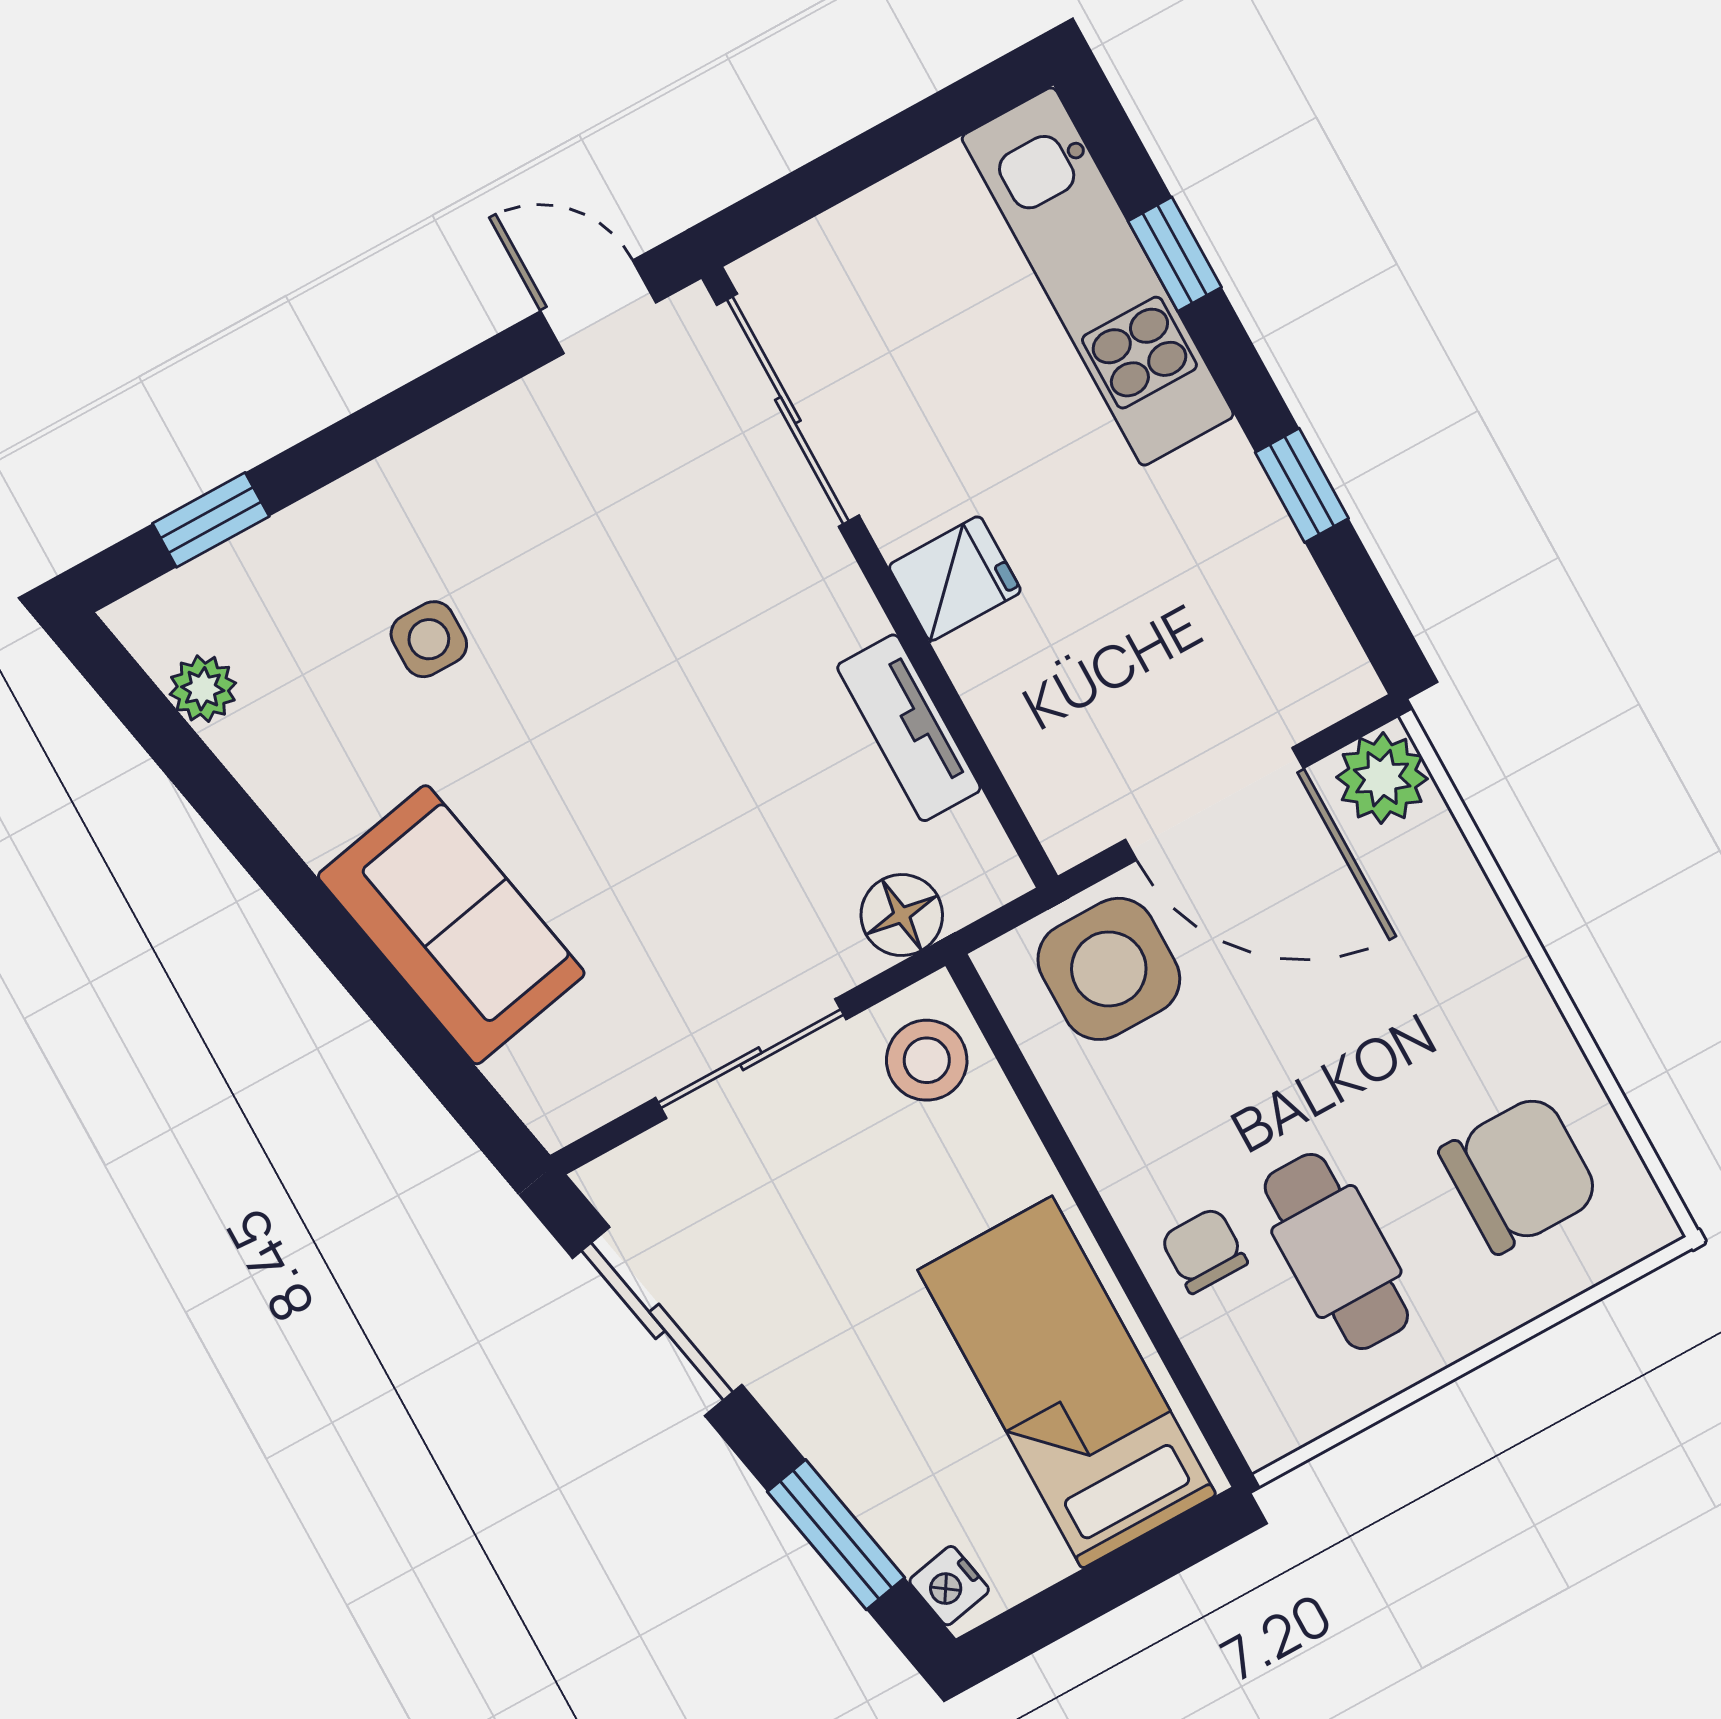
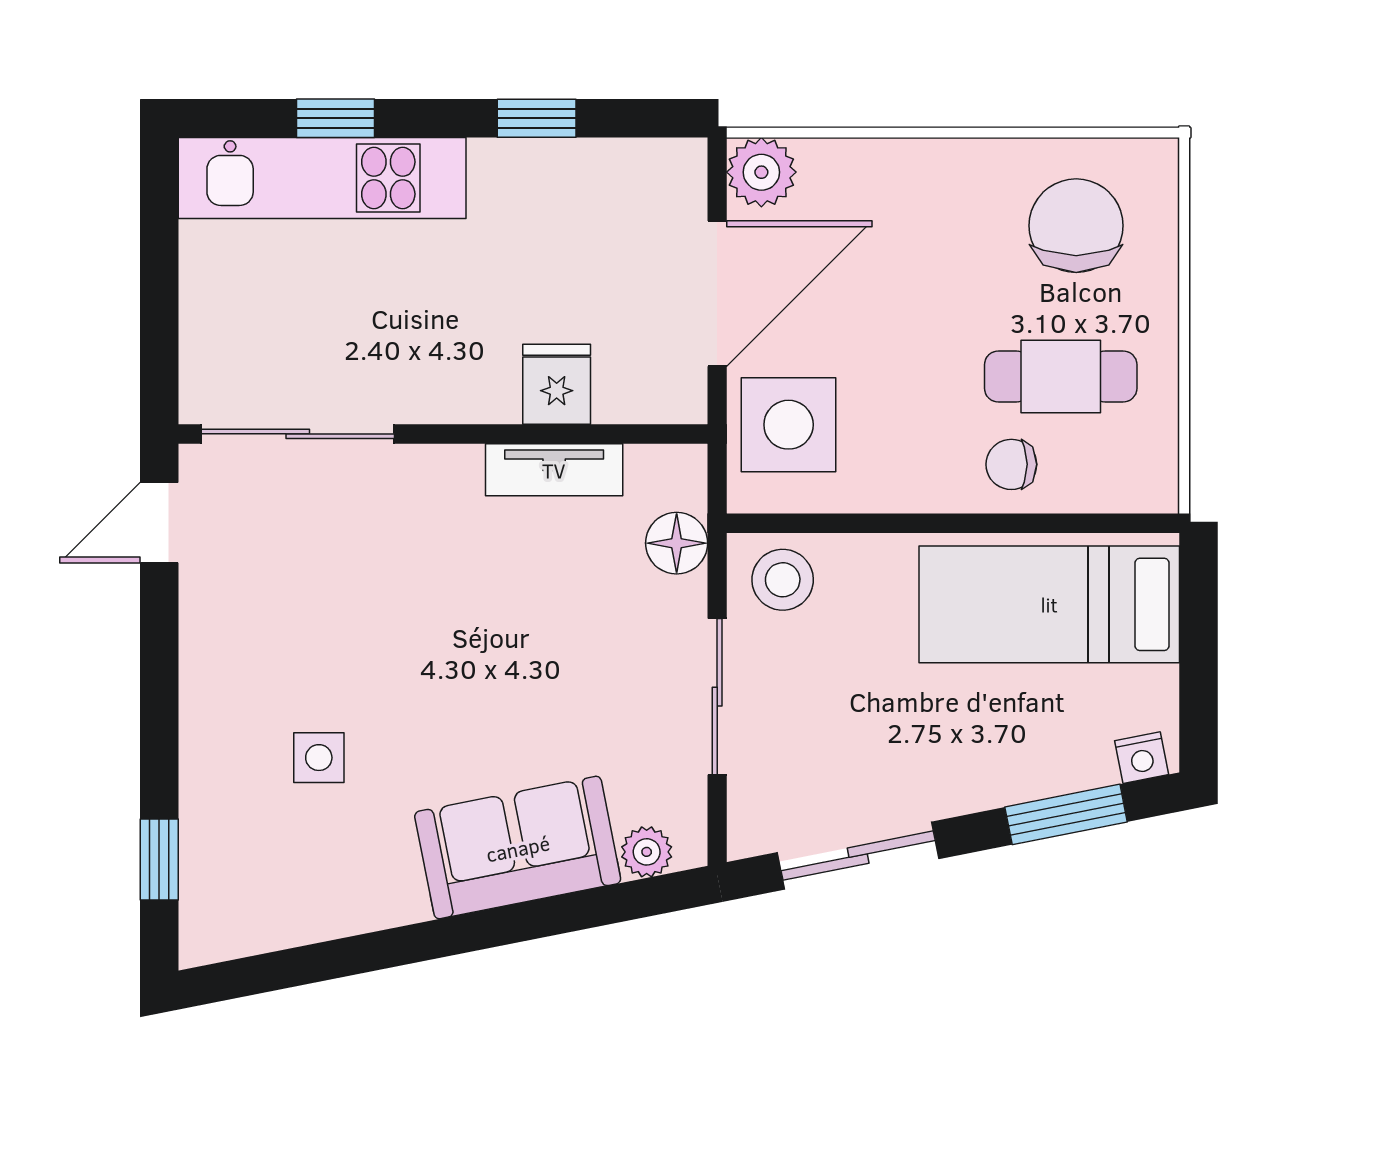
fridge: (955, 579) -> (557, 384), moved
plant: (203, 689) -> (647, 852), moved

